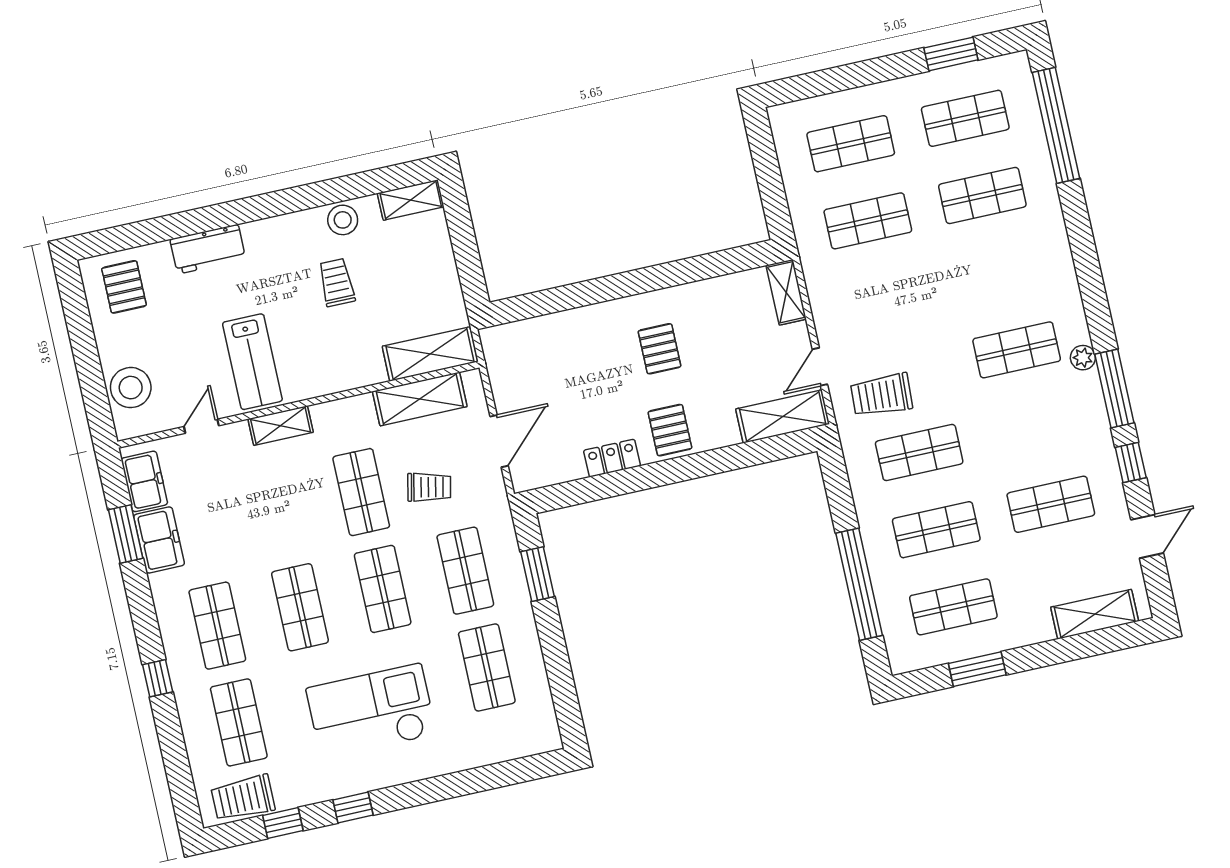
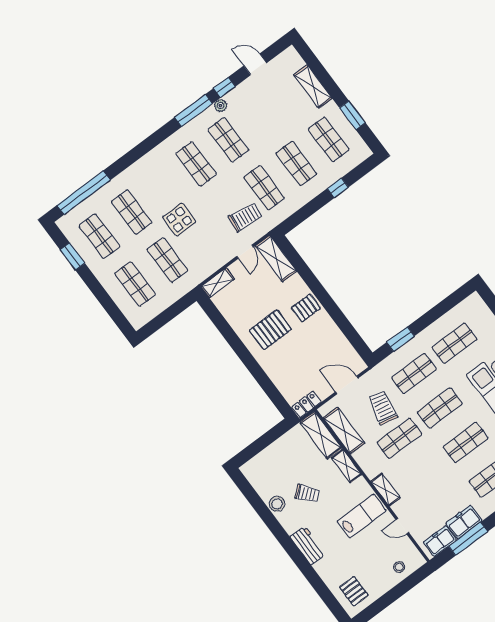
shelving: (411, 200) -> (346, 466), moved
workbench: (208, 249) -> (308, 545), moved
display table: (931, 275) -> (179, 219), added
trolley: (337, 282) -> (307, 494), turned -130
pallet: (124, 287) -> (354, 591), turned 90
pallet: (659, 349) -> (270, 330), width x1.50, depth x1.42
plant: (1083, 358) -> (221, 106), moved
door: (820, 367) -> (245, 252), hinge flipped
stool: (131, 388) -> (399, 567), width x0.53, depth x0.53
trolley: (881, 395) -> (245, 217), turned -86
locker: (612, 458) -> (306, 404), moved, turned 90
trolley: (429, 487) -> (383, 408), width x1.36, depth x1.39
shop shelf: (1051, 504) -> (228, 140), moved
window: (126, 534) -> (468, 539), width x1.44
window: (859, 584) -> (338, 188), width x0.32
shelving: (1095, 614) -> (313, 86), moved

